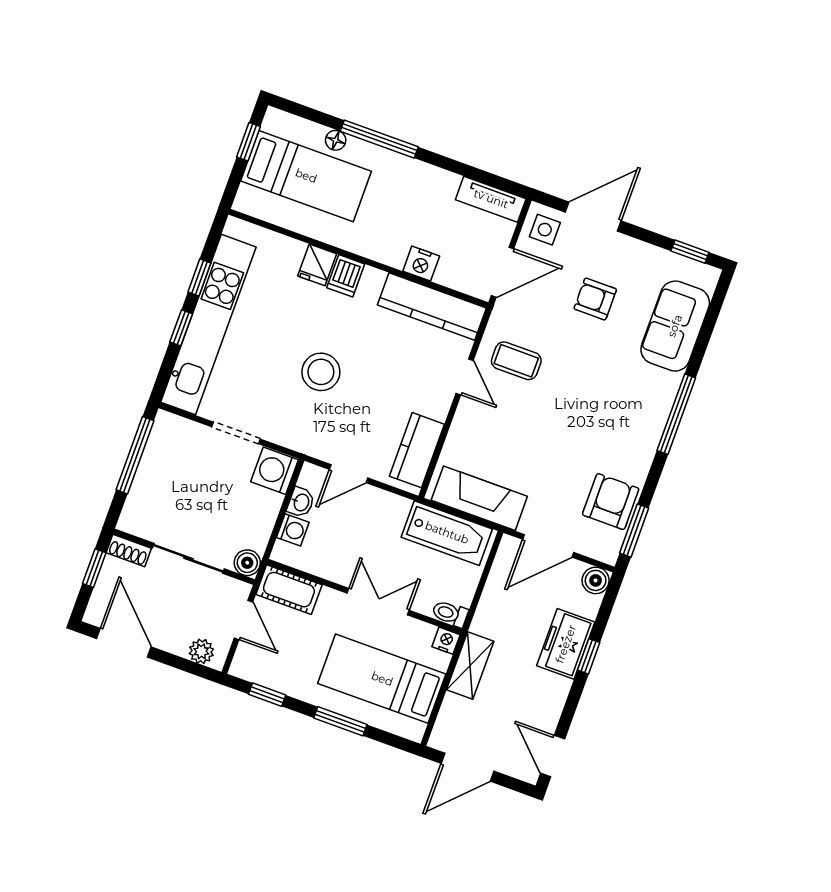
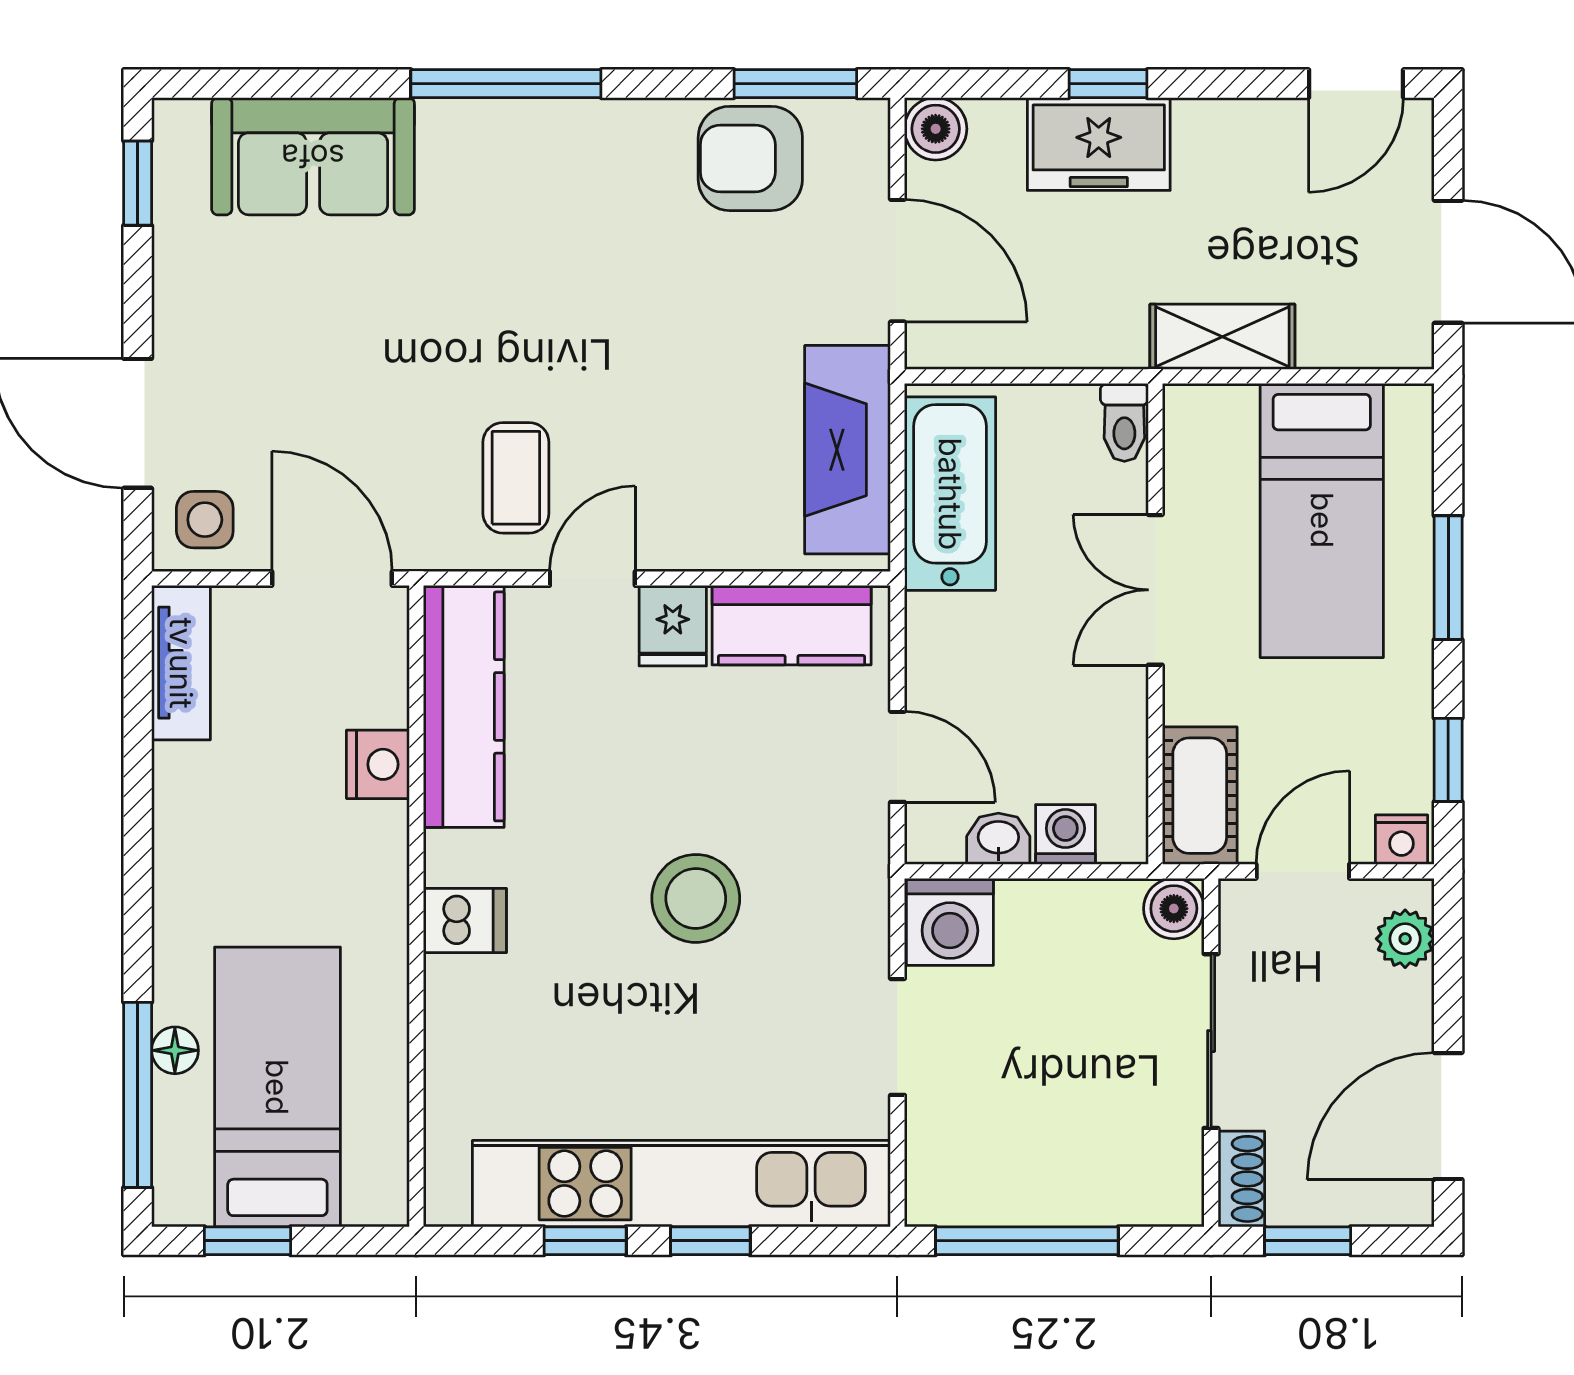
window: (379, 139) -> (138, 1095), moved
fridge: (317, 265) -> (673, 626), moved, turned 90
armchair: (595, 299) -> (317, 353), removed
nightstand: (446, 641) -> (1402, 840), moved, turned -90

